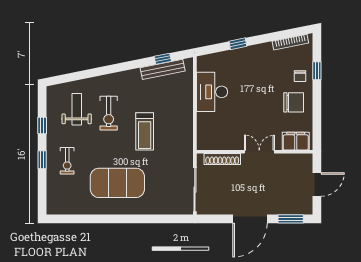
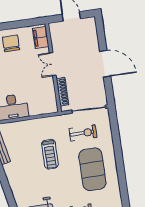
exercise bike: (109, 113) -> (83, 133), moved
treadmill: (145, 131) -> (50, 154), turned 90
window: (291, 219) -> (101, 33), removed

